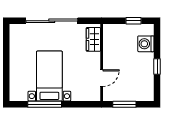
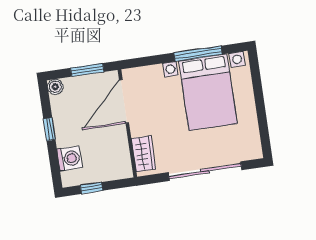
bed with nightstands: (49, 76) -> (208, 92), width x1.36
door: (102, 78) -> (124, 102), width x1.87
boiler: (148, 96) -> (55, 87), added

